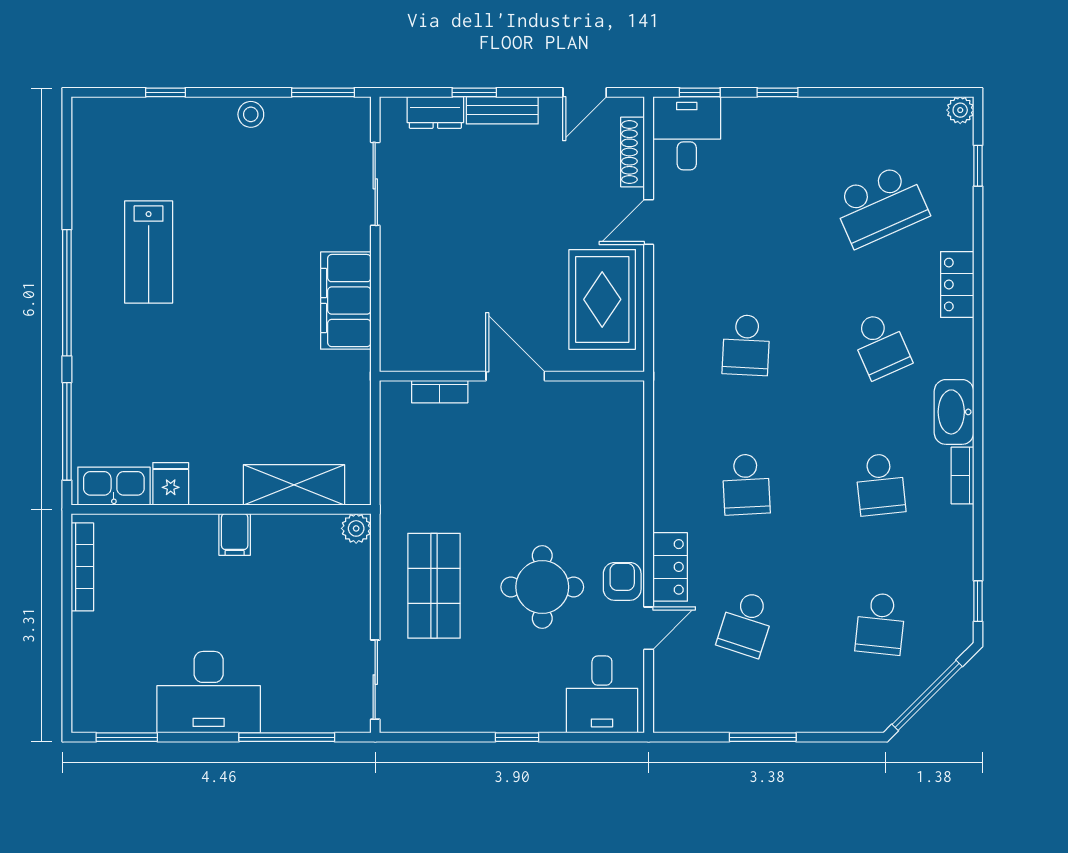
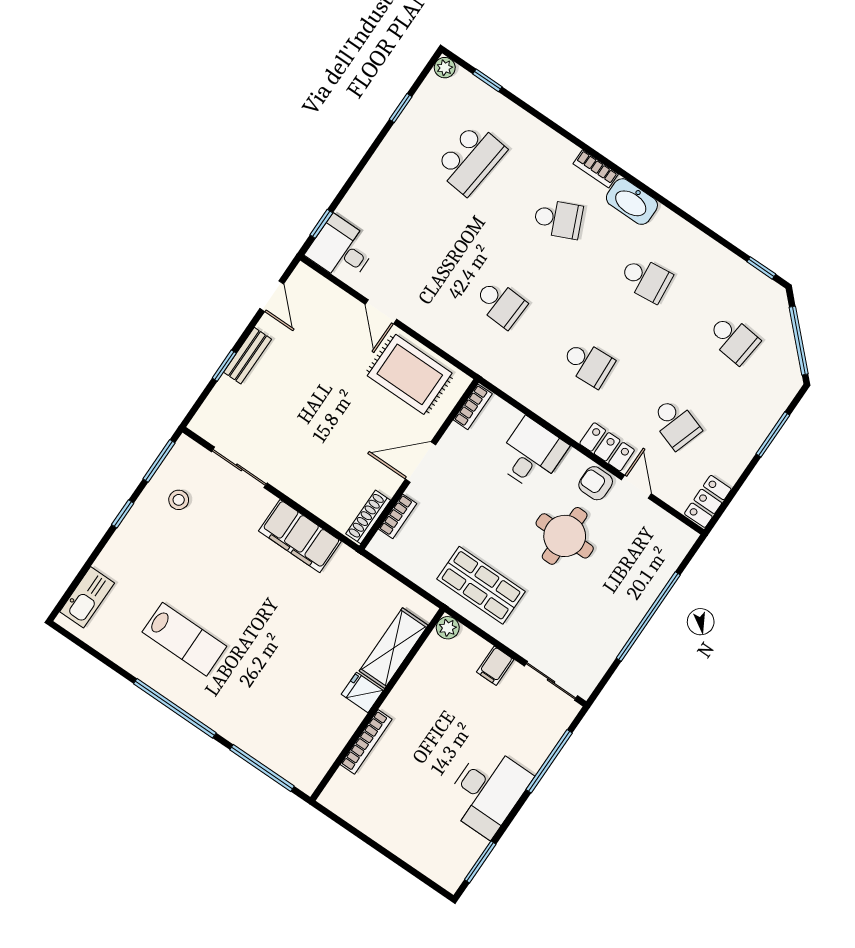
window: (165, 92) -> (123, 514), moved
window: (778, 92) -> (401, 108), moved
dresser: (435, 112) -> (220, 399), removed
stool: (251, 114) -> (179, 500), moved
shoe rack: (633, 152) -> (368, 517), moved, turned 90
school desk: (880, 206) -> (471, 159), turned 30
locker: (957, 284) -> (708, 501), moved, turned 90
bookcase: (614, 392) -> (473, 407), added
bookcase: (962, 475) -> (596, 169), moved
fridge: (171, 484) -> (362, 692), moved
kitchen sink: (114, 486) -> (87, 597), moved, turned 180
filing cabinet: (235, 534) -> (495, 666), moved, turned 90
bookcase: (82, 567) -> (366, 742), moved, turned 90
shop shelf: (434, 586) -> (481, 585), moved
desk: (602, 694) -> (531, 454), moved, turned -90
window: (517, 737) -> (648, 616), width x3.17
window: (763, 737) -> (773, 434), moved

